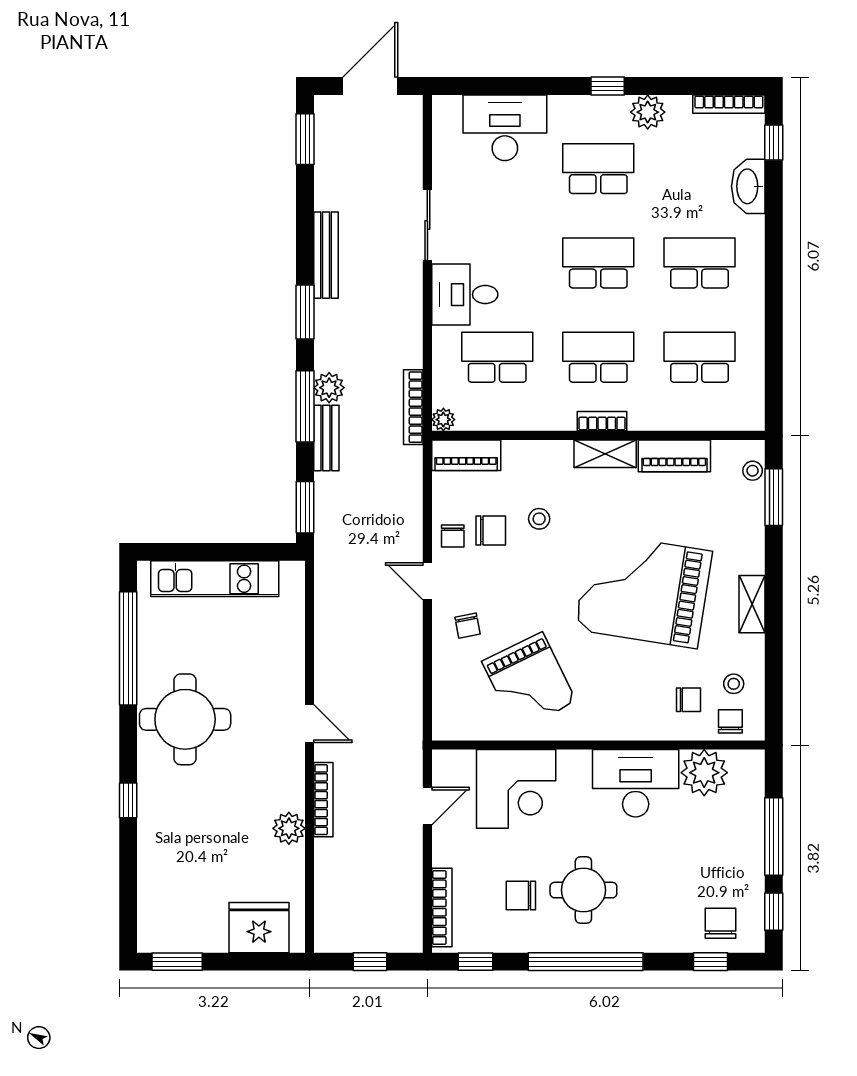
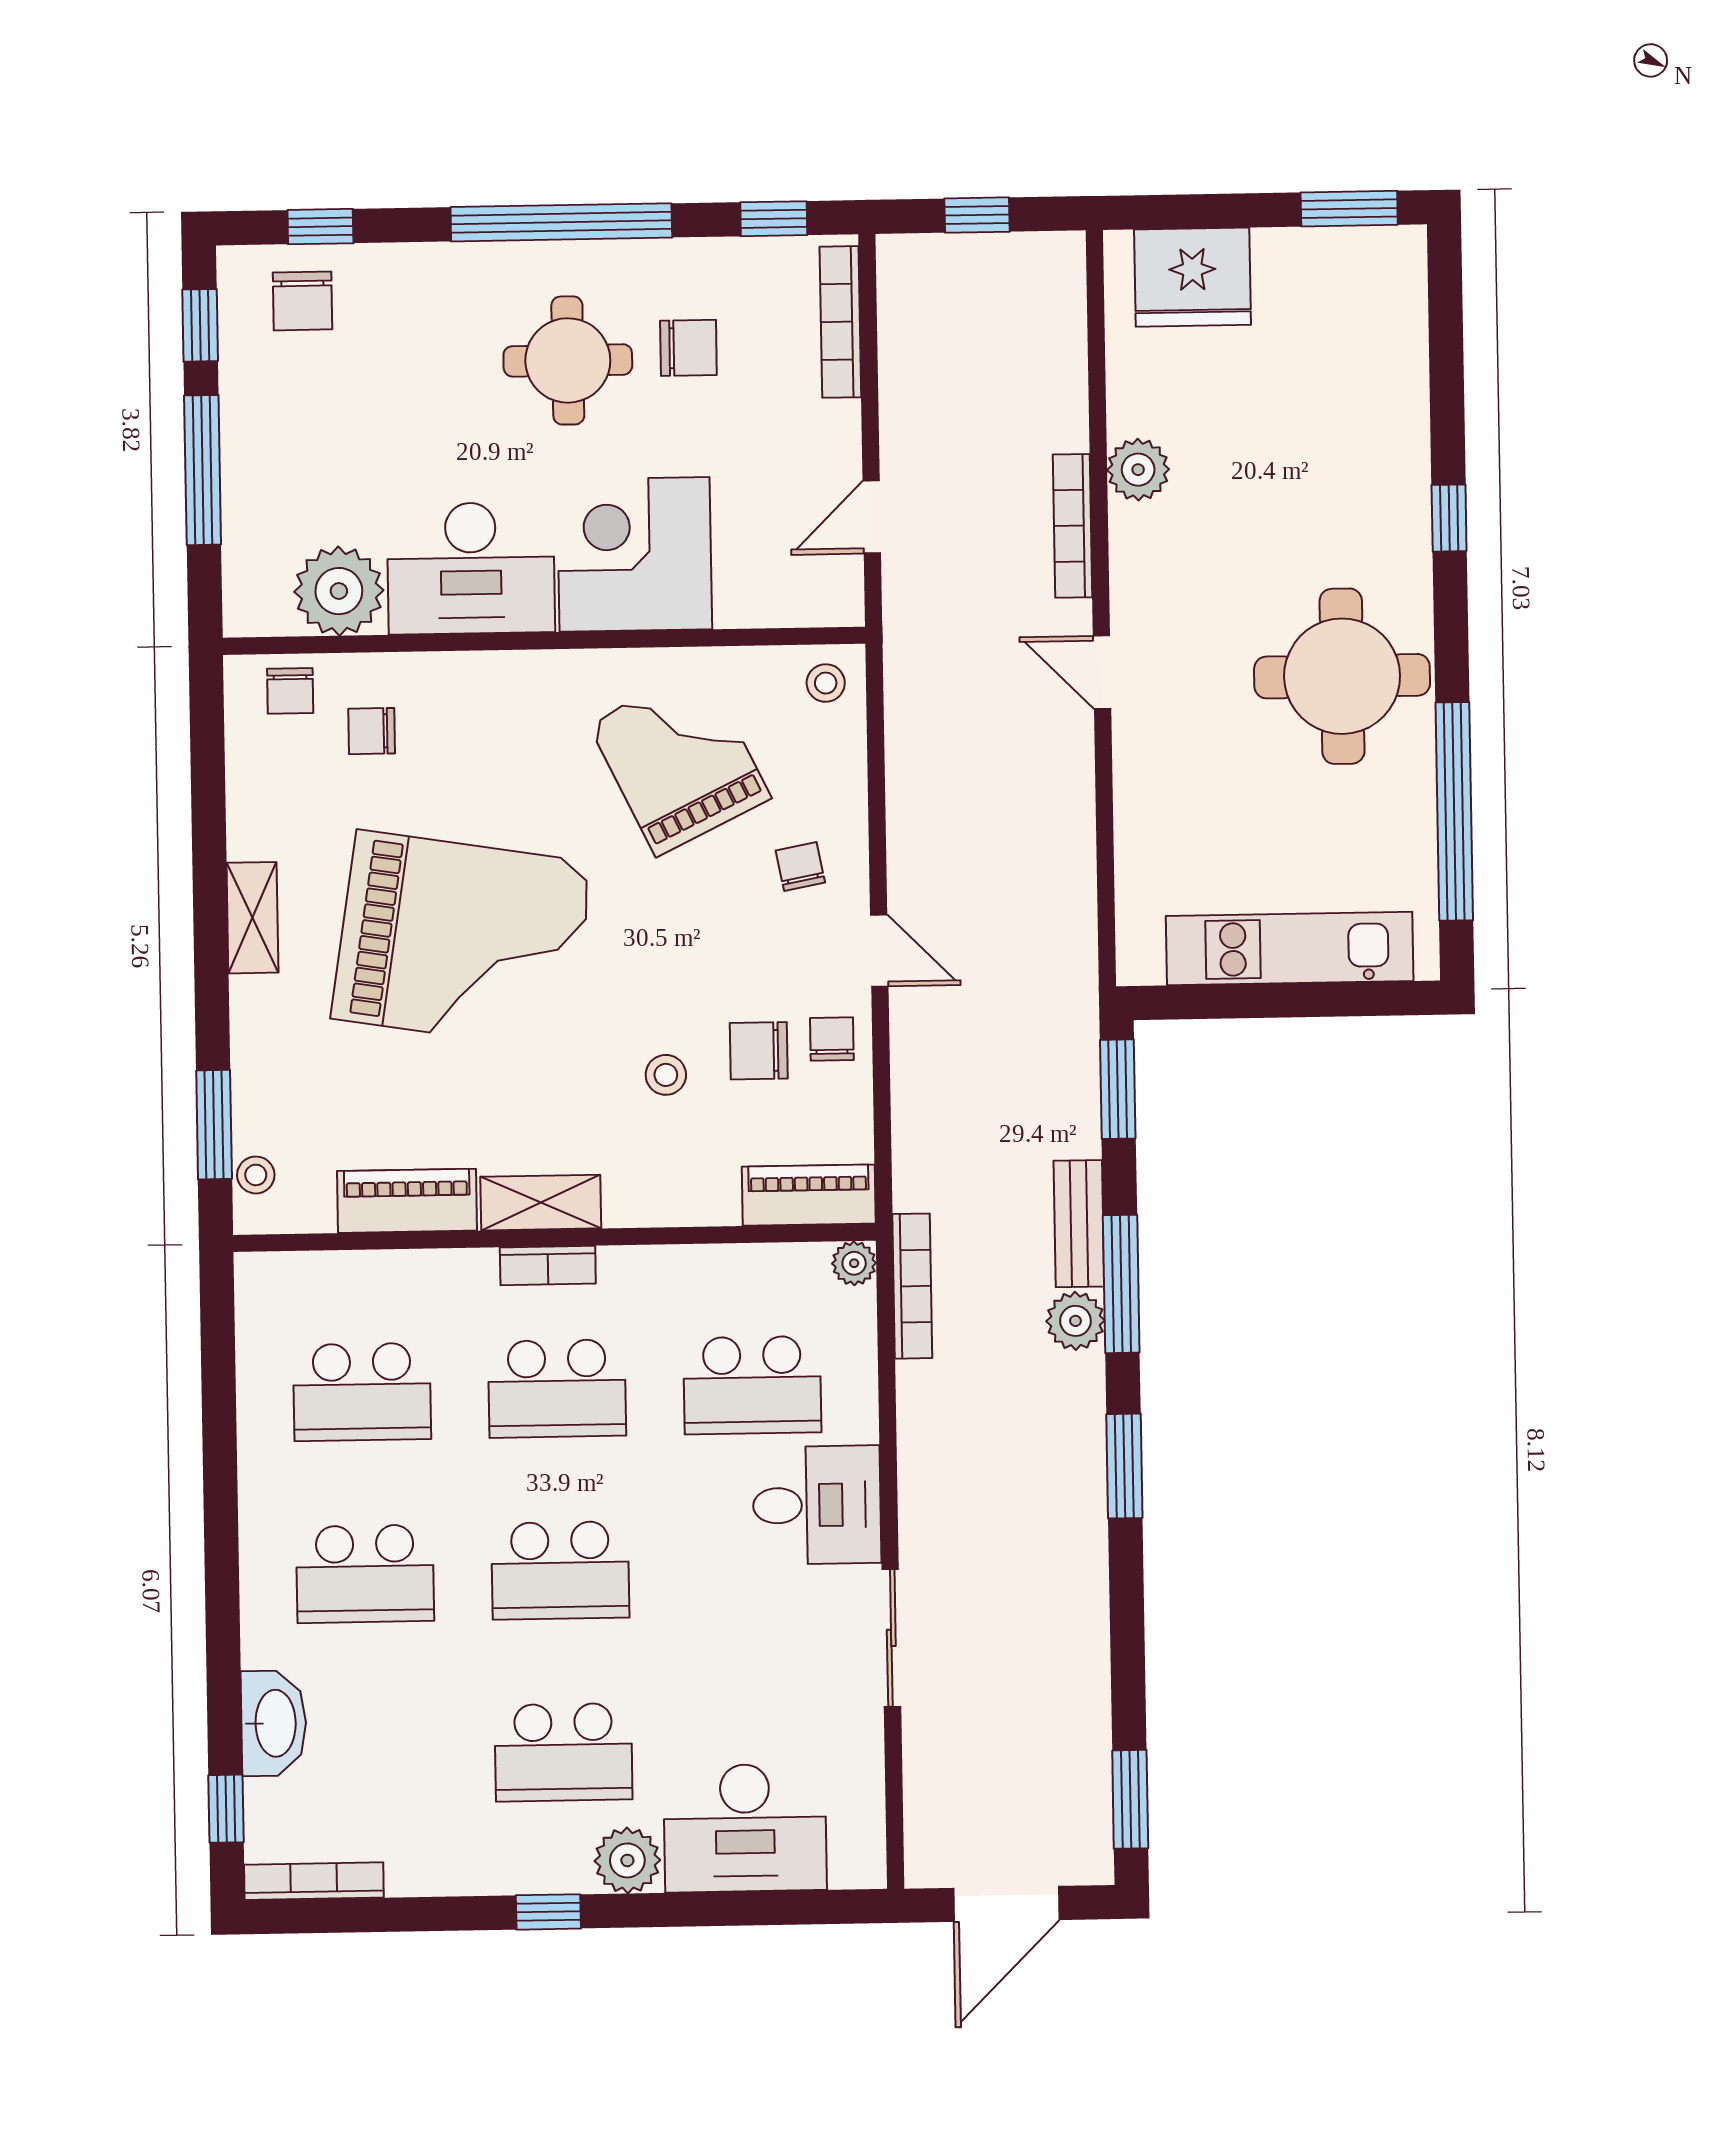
plant: (648, 112) -> (627, 1860), moved
bench: (326, 255) -> (1086, 1576), removed
stool: (734, 684) -> (826, 683), moved
corner desk: (516, 789) -> (635, 554), moved

